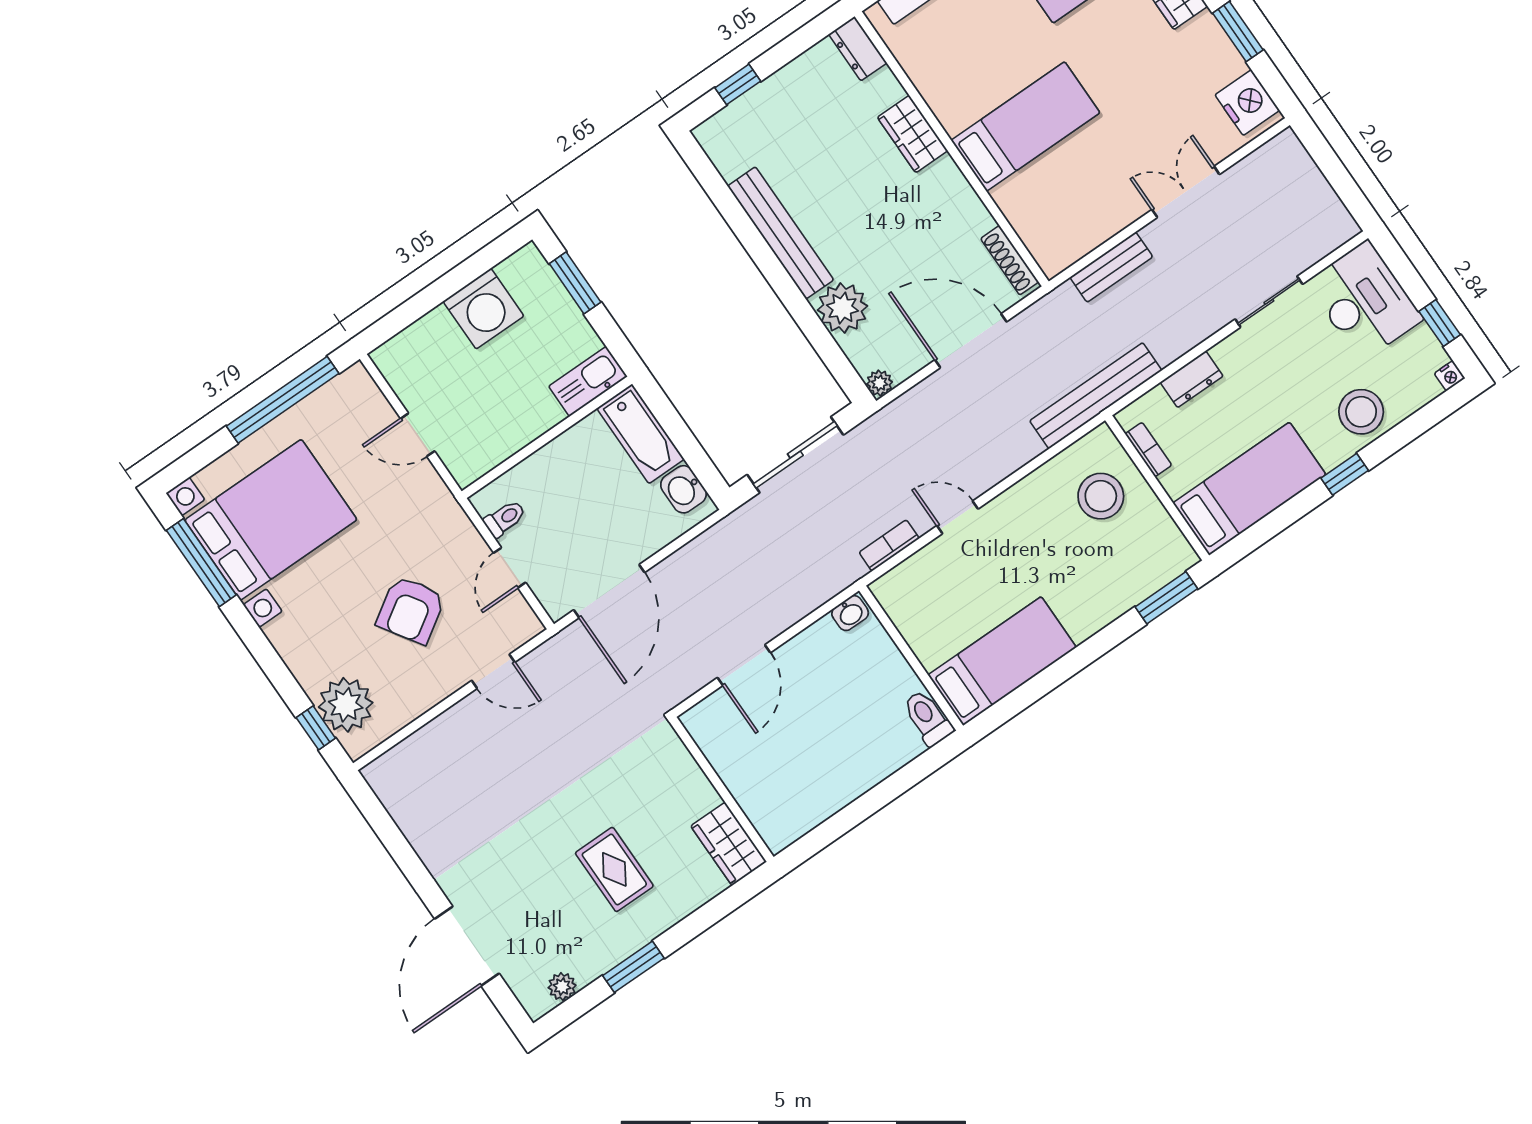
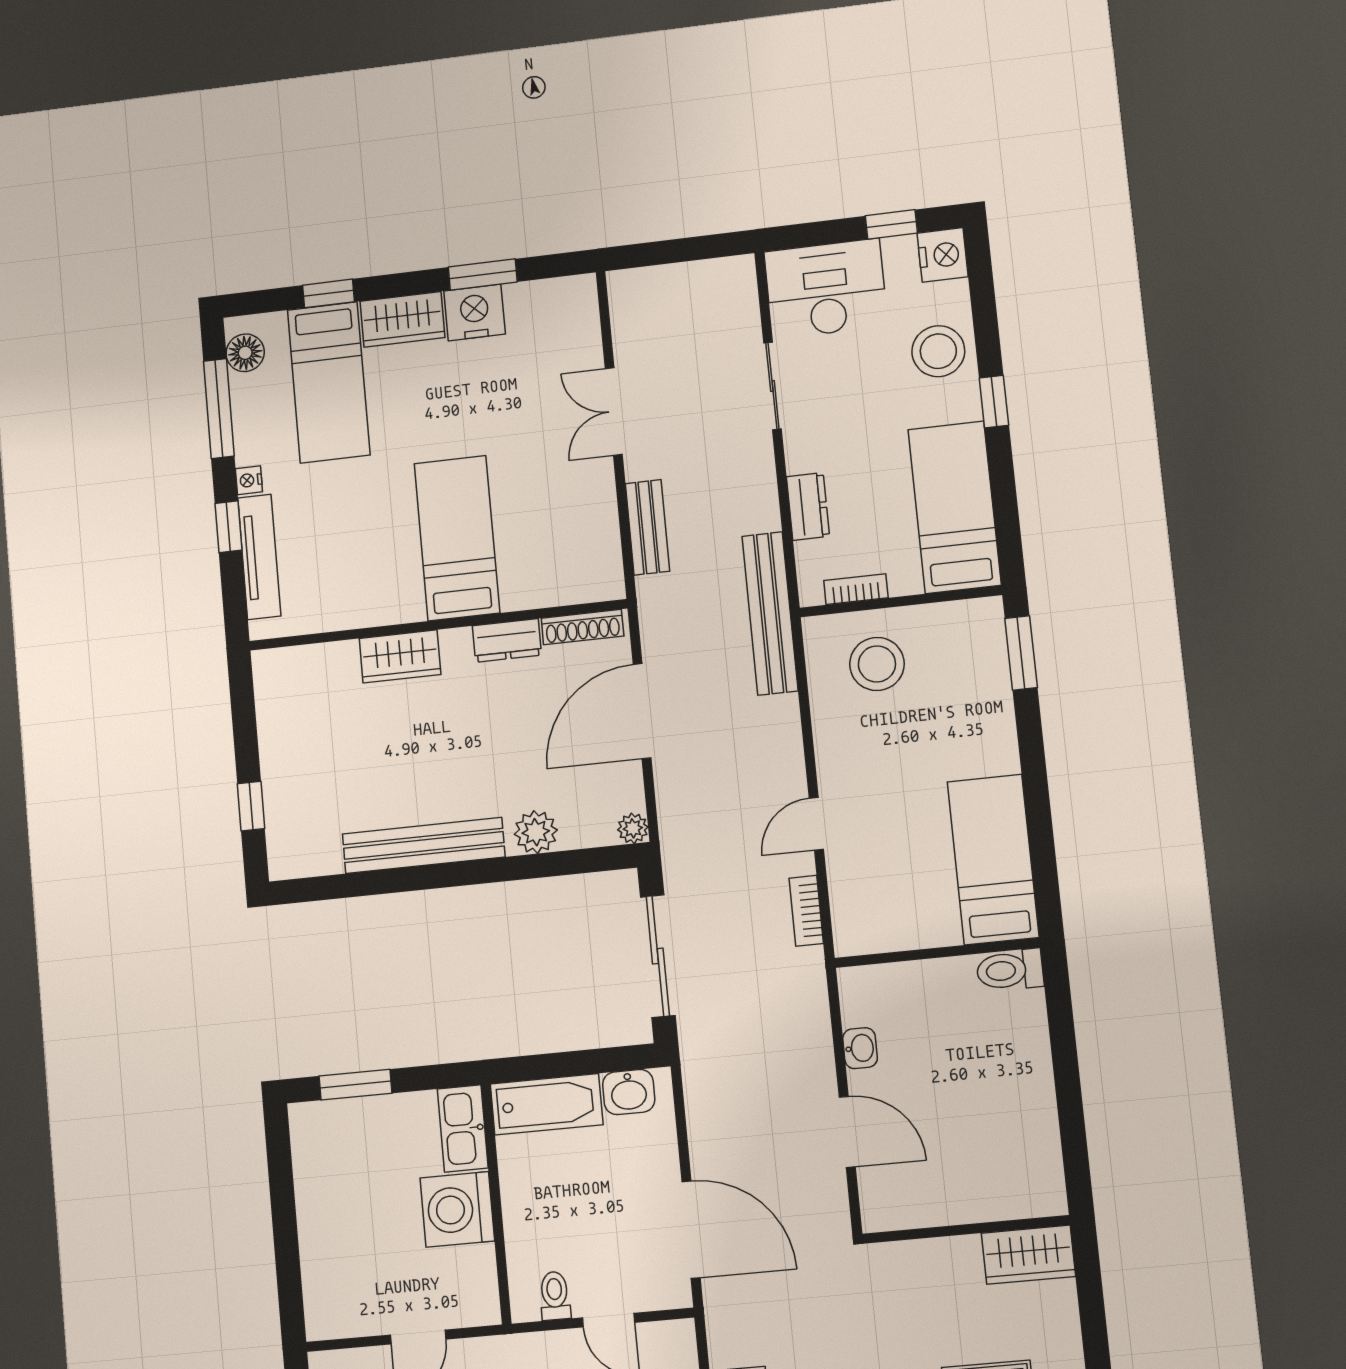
dresser: (858, 49) -> (507, 640), moved
nightstand: (1247, 103) -> (475, 313), moved
plant: (842, 308) -> (536, 832), width x0.73, depth x0.73
washing machine: (483, 309) -> (457, 1209), moved, turned 180
nightstand: (1450, 376) -> (943, 255), width x1.89, depth x1.79
washbasin: (850, 613) -> (860, 1048), moved

